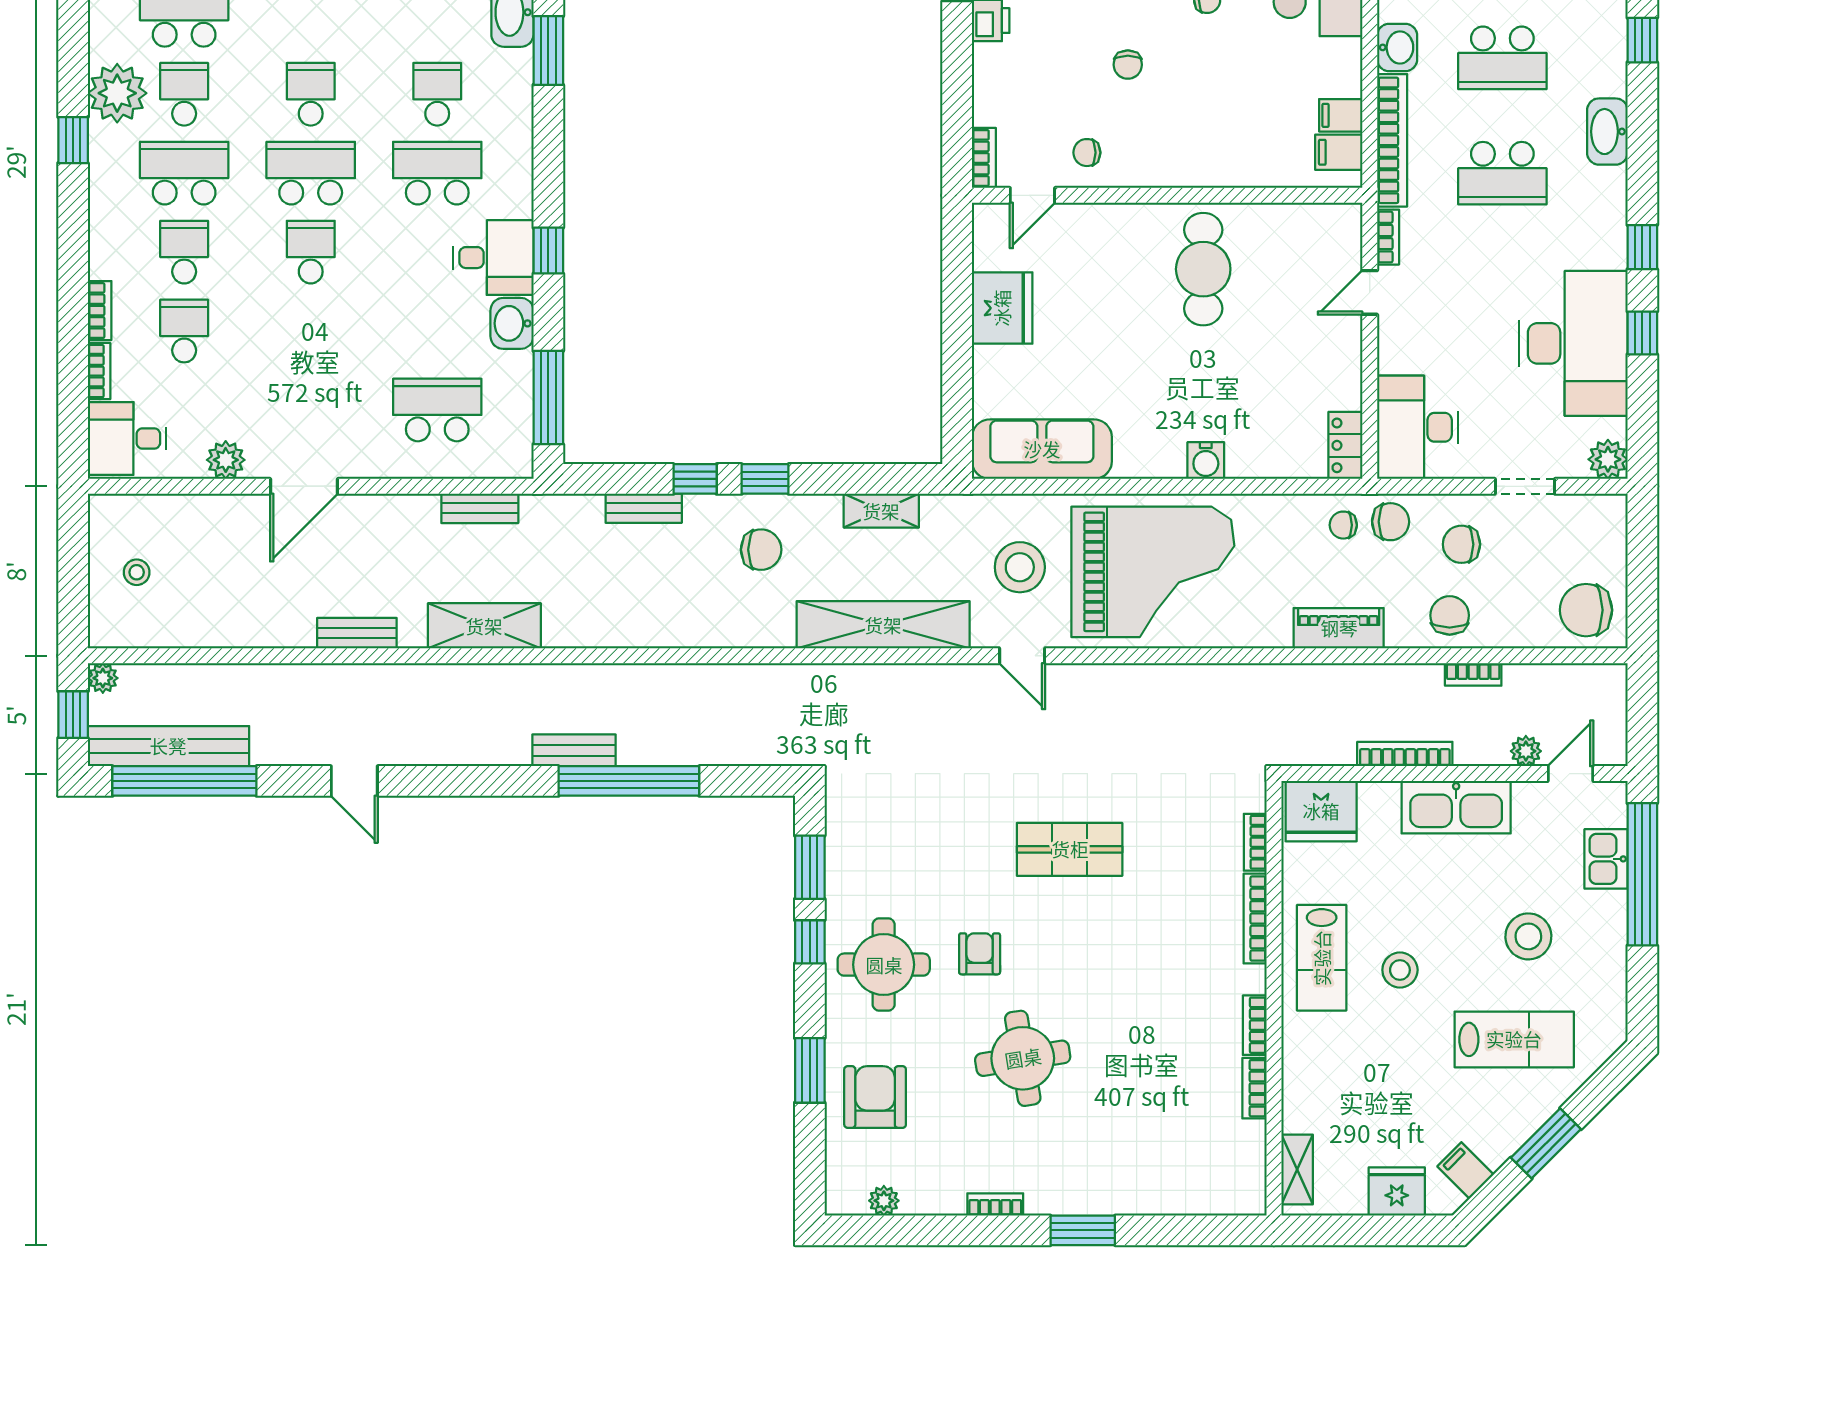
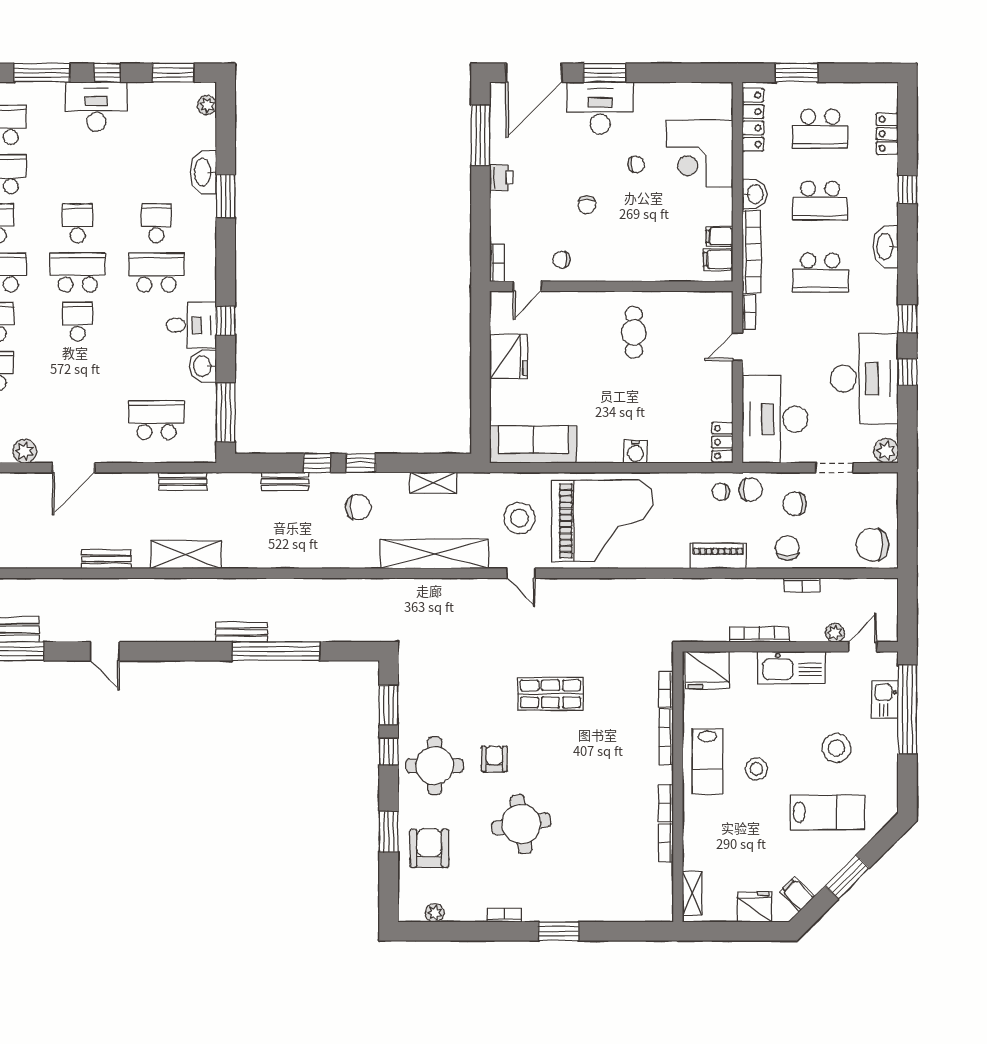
cafe table: (1203, 269) -> (634, 332), width x0.73, depth x0.74
desk: (1418, 427) -> (775, 419), width x1.36, depth x1.30

